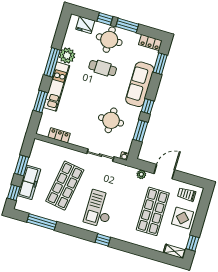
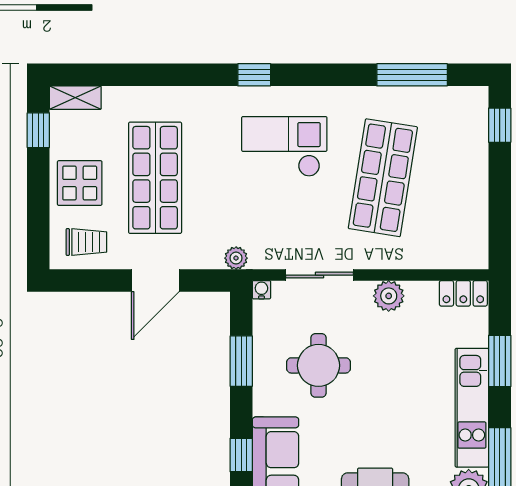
window: (148, 106) -> (241, 455), moved
locker: (59, 135) -> (463, 293), moved
plant: (76, 139) -> (389, 296), added
window: (22, 165) -> (500, 196), removed
plant: (141, 174) -> (236, 258), moved
freezer: (29, 182) -> (470, 160), removed
checkout: (99, 209) -> (284, 147), turned -90

